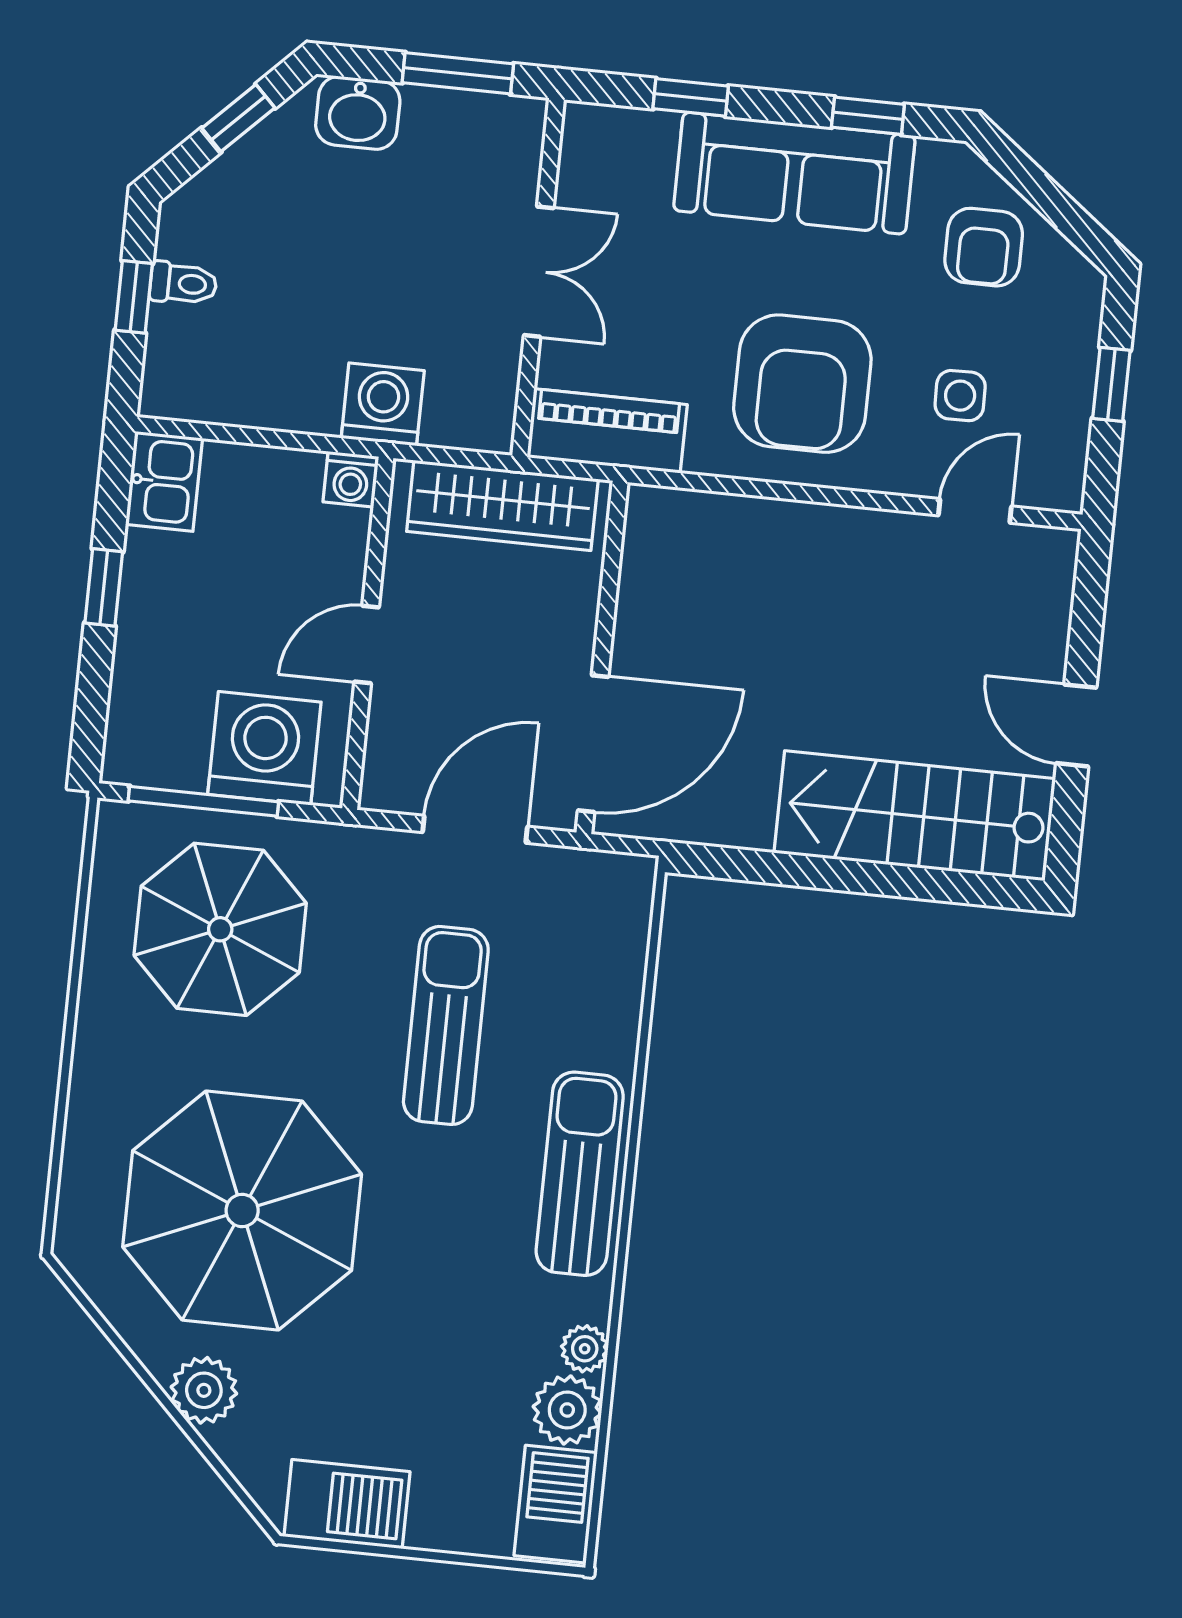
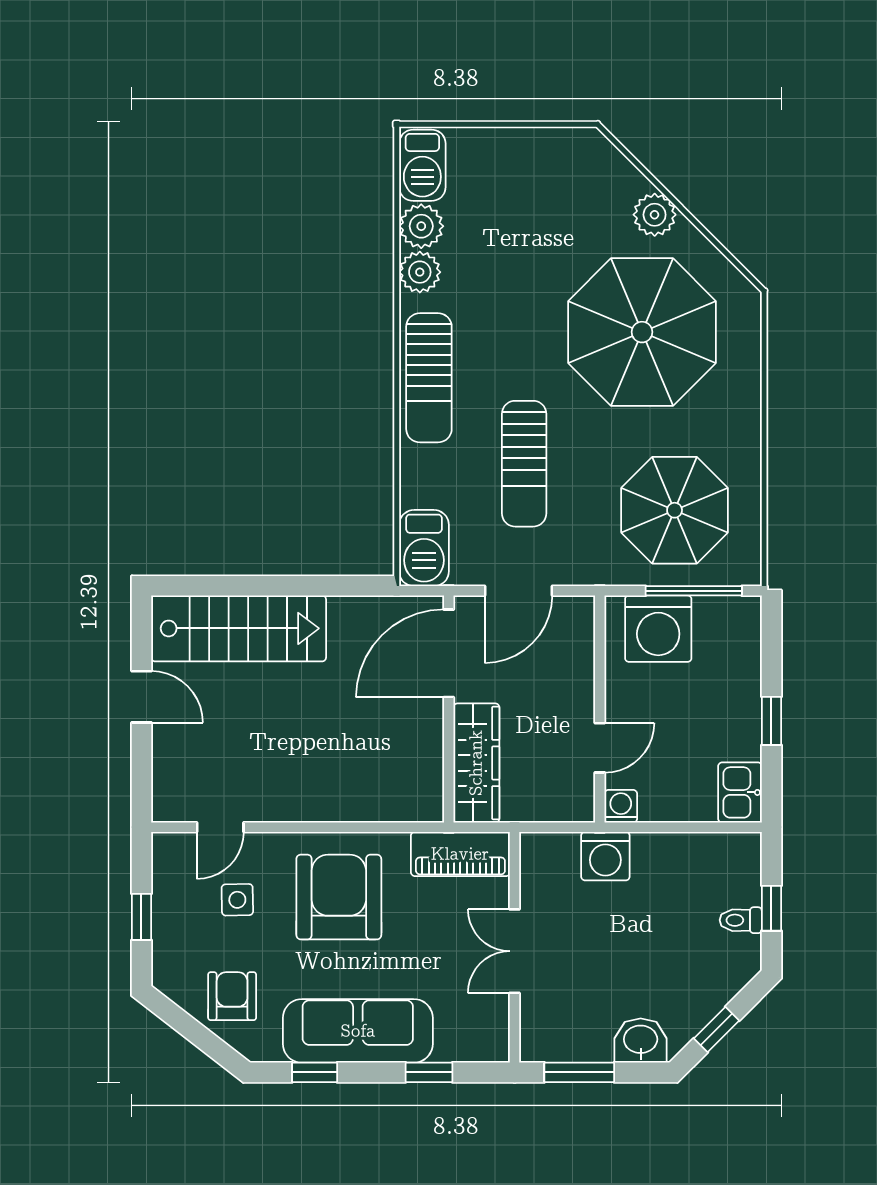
wardrobe: (502, 505) -> (476, 763), moved, turned 90
door: (367, 645) -> (600, 748), moved
plant: (585, 1349) -> (420, 272), width x1.38, depth x1.38
barbecue: (347, 1504) -> (424, 548), moved, turned -90

